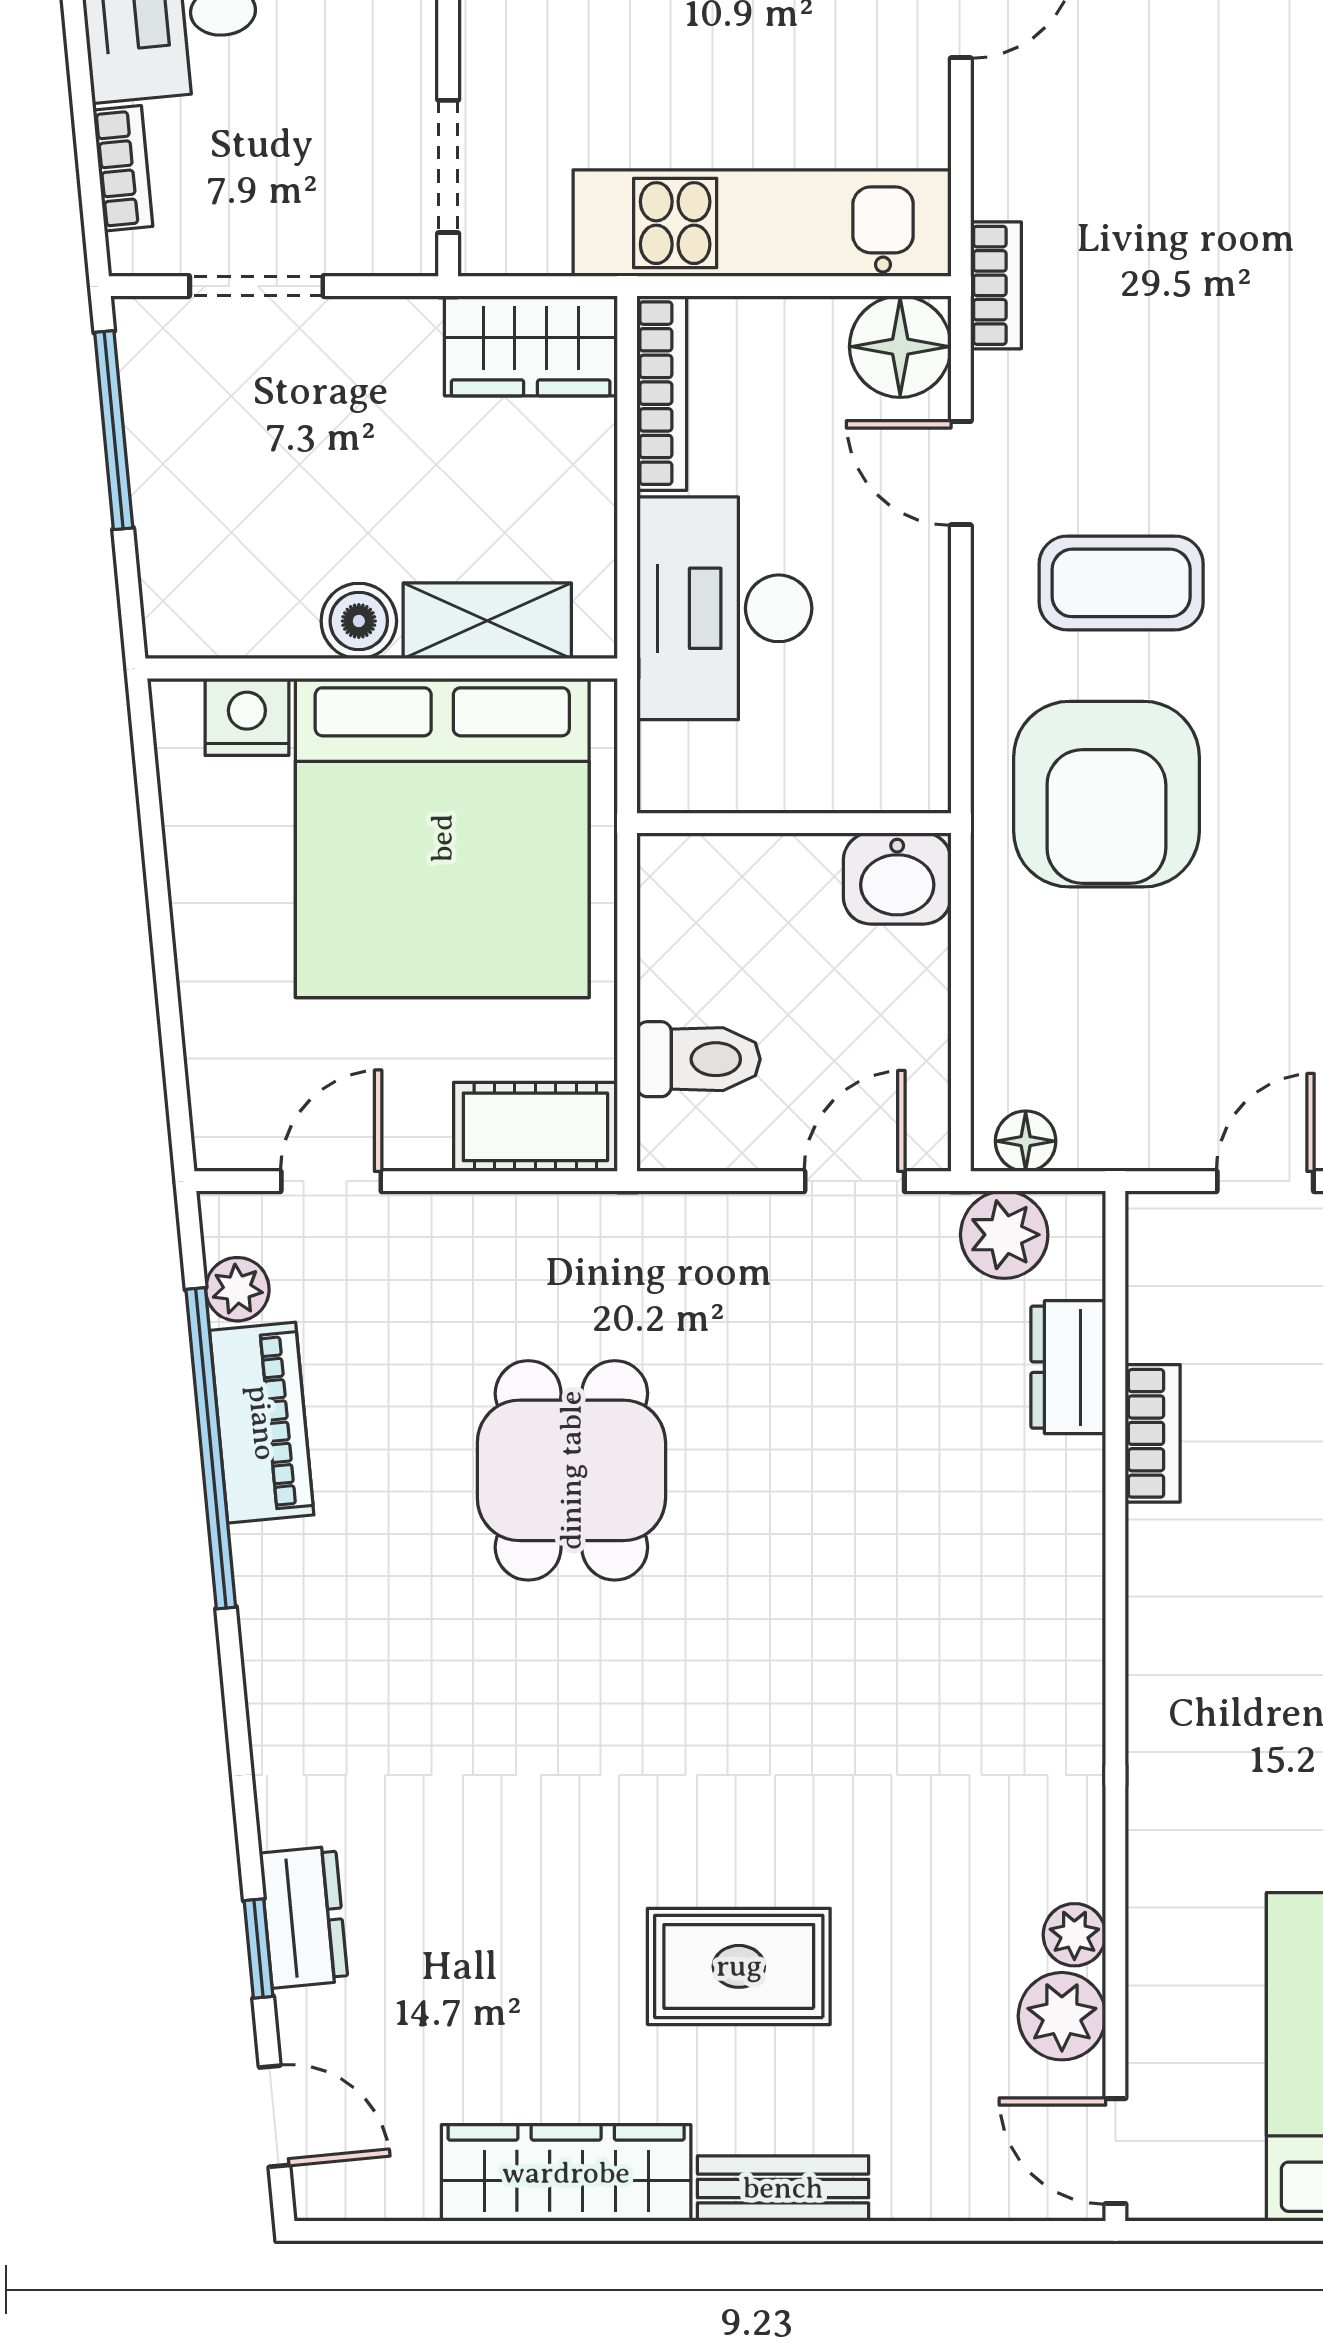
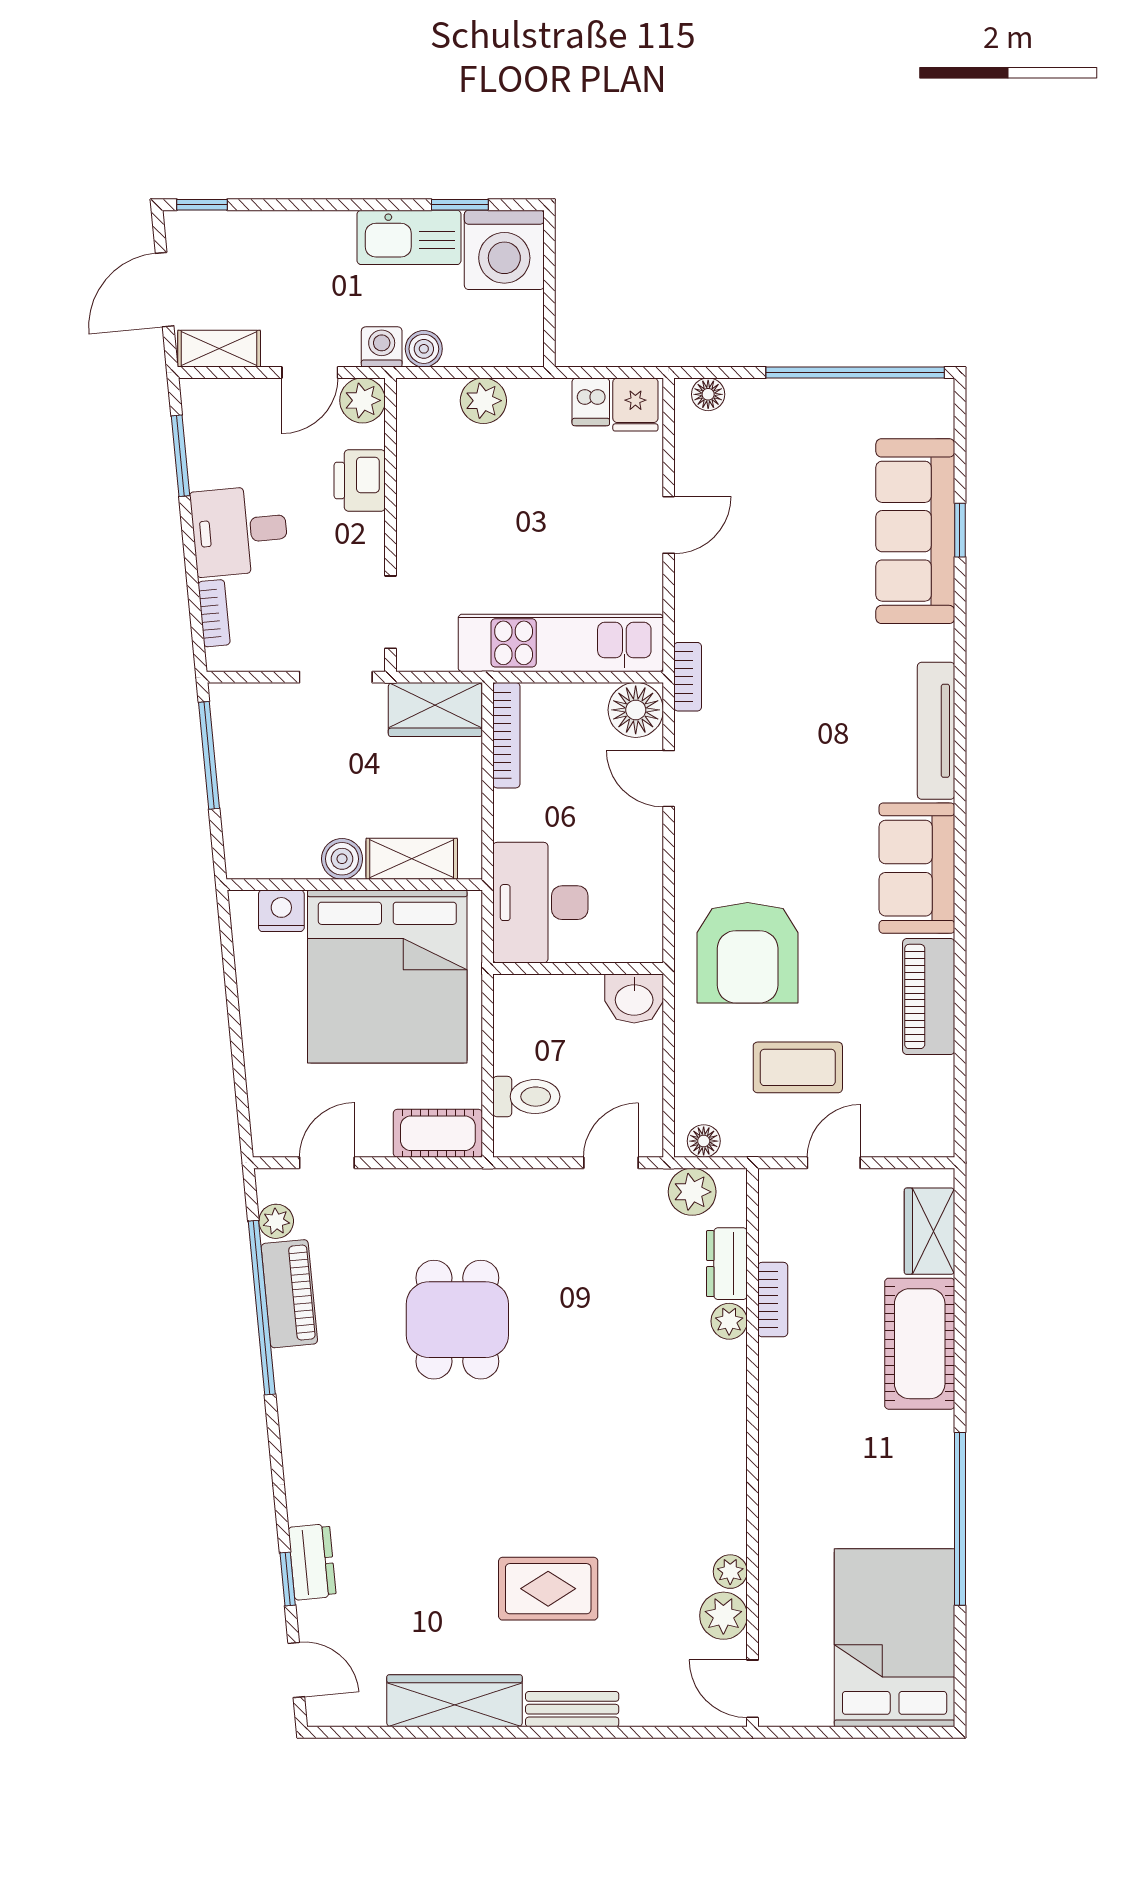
doorway: (256, 286) -> (336, 677), moved
coffee table: (1121, 583) -> (798, 1067), moved
desk: (724, 608) -> (540, 903), moved
plant: (1072, 1473) -> (729, 1321), added

